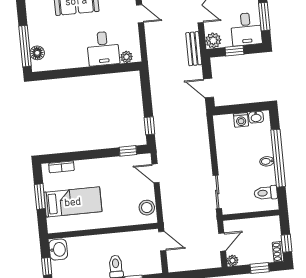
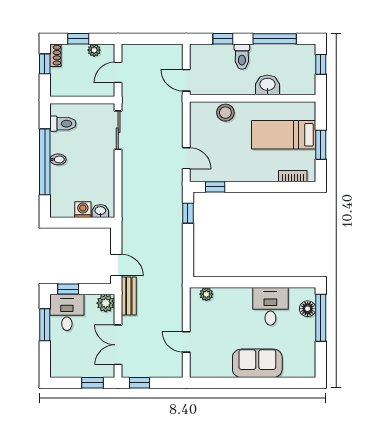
desk: (103, 48) -> (270, 306), moved
window: (234, 51) -> (68, 289), moved
door: (209, 88) -> (116, 265), moved
washbasin: (256, 117) -> (100, 211), moved
stool: (147, 208) -> (225, 113), moved
washbasin: (58, 250) -> (267, 85), moved, turned 90
plant: (233, 261) -> (94, 50), moved

